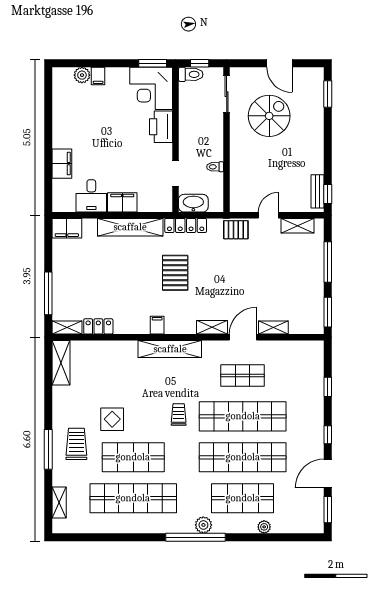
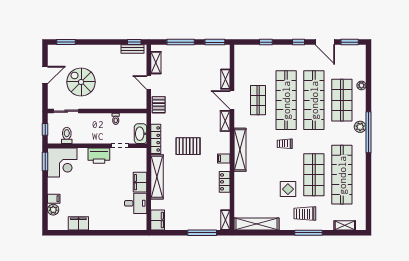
toilet: (191, 74) -> (67, 135), moved
printer: (161, 127) -> (99, 156), moved
filing cabinet: (62, 164) -> (78, 223), moved
locker: (98, 326) -> (225, 182), moved
shelving: (61, 363) -> (257, 224), width x1.47

